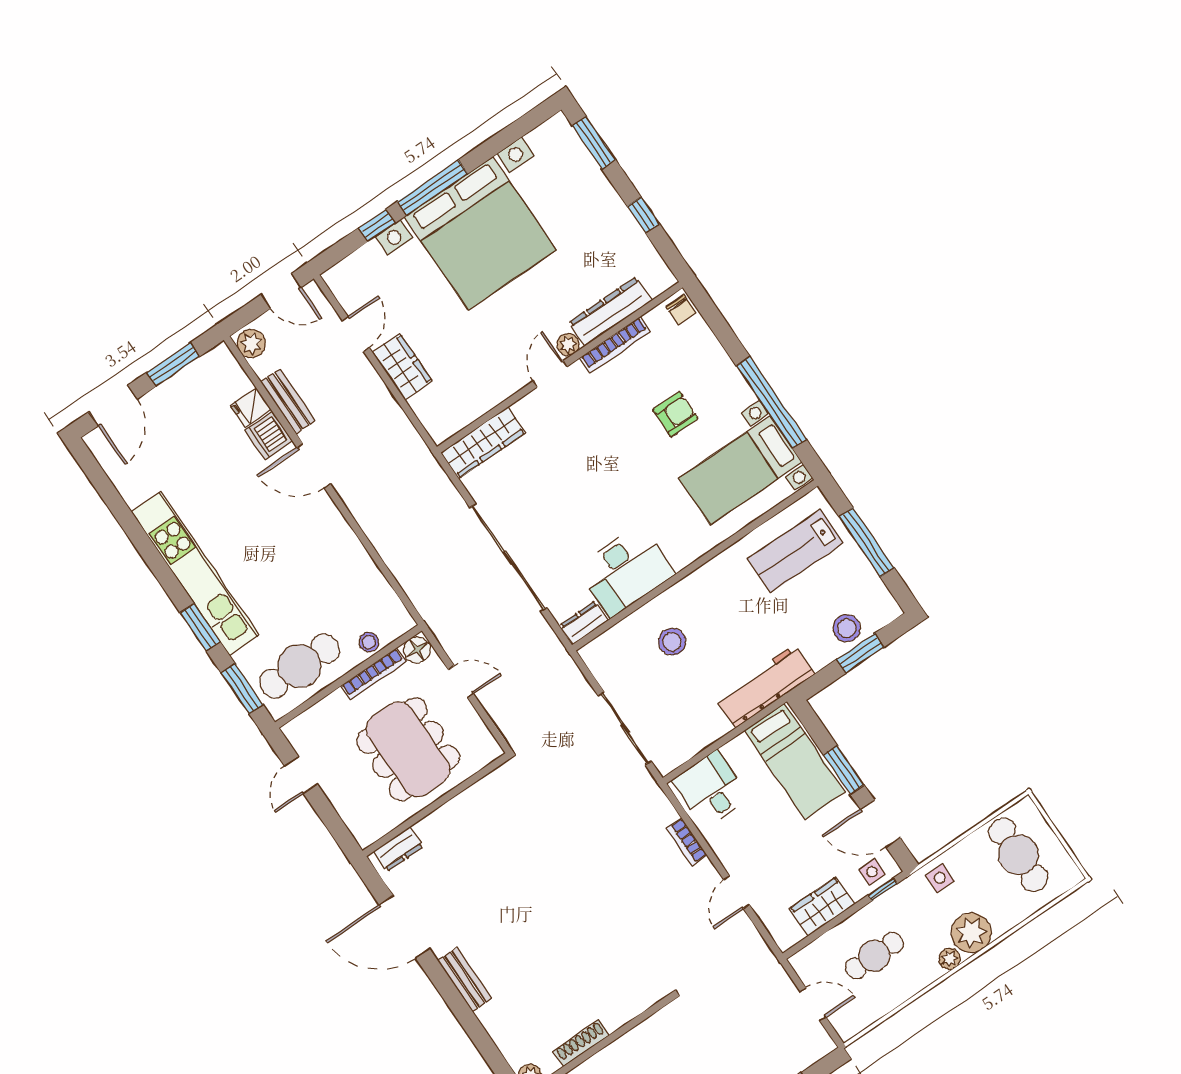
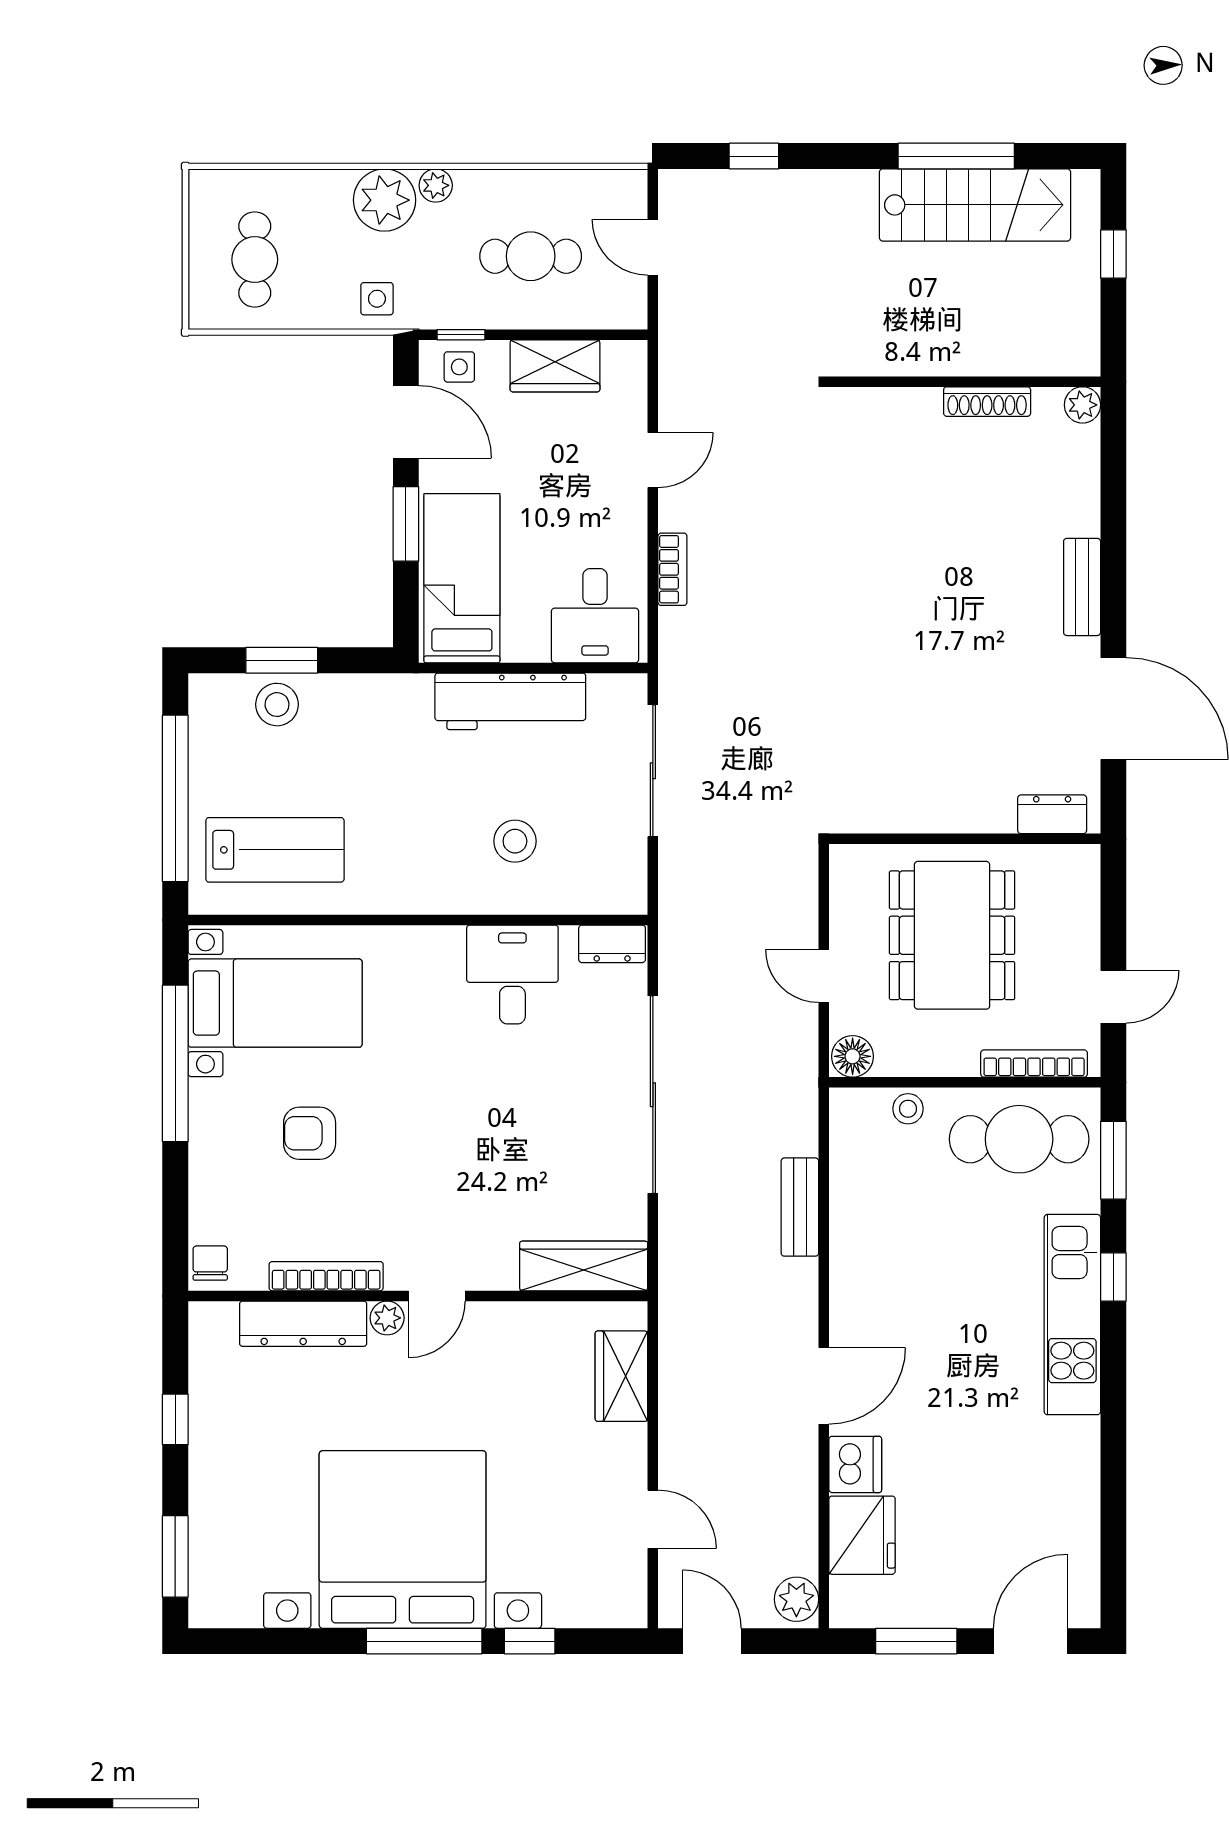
door: (356, 334) -> (653, 1519), swing flipped
wardrobe: (402, 367) -> (621, 1376), moved
bench: (288, 401) -> (800, 1207), moved
fridge: (251, 407) -> (862, 1535), width x1.88, depth x1.34
door: (314, 466) -> (824, 1386), hinge flipped
window: (867, 542) -> (175, 798), width x1.46
desk: (626, 571) -> (512, 974), width x0.73
kitchen unit: (195, 574) -> (1072, 1315), width x0.73
window: (200, 627) -> (1113, 1277), width x0.67
bookcase: (373, 674) -> (1034, 1064), moved
workbench: (765, 686) -> (510, 701), moved
cafe table: (1018, 855) -> (255, 260), width x0.73, depth x0.74

